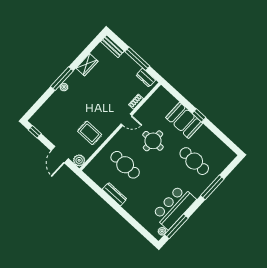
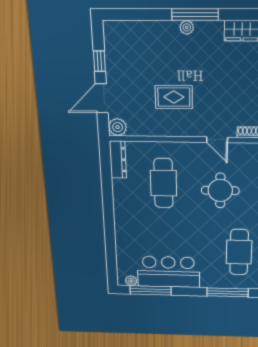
window: (35, 132) -> (99, 61), moved
rug: (90, 133) -> (174, 97), moved, turned 90
dresser: (115, 194) -> (118, 160), moved

